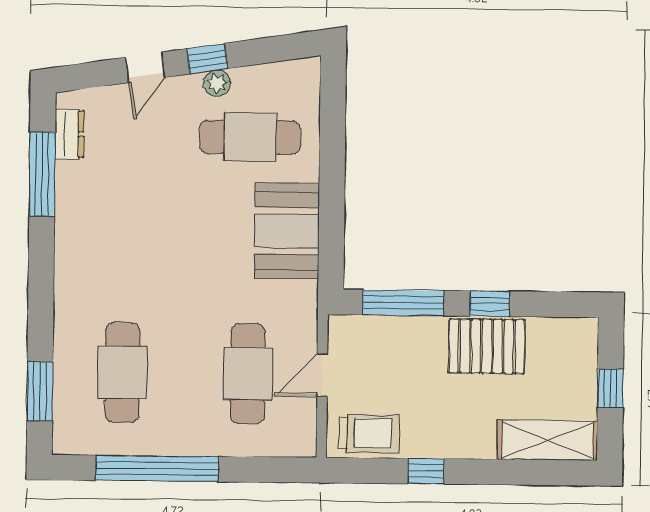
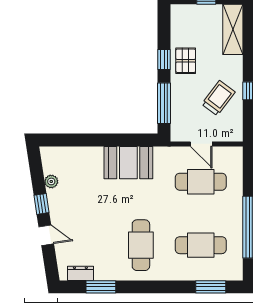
plant: (217, 83) -> (51, 181), moved
cafe table: (250, 137) -> (141, 245), moved
window: (42, 174) -> (101, 287), width x0.69
pallet: (487, 346) -> (186, 61), width x0.67, depth x0.71
trolley: (369, 433) -> (218, 98), moved, turned 37

